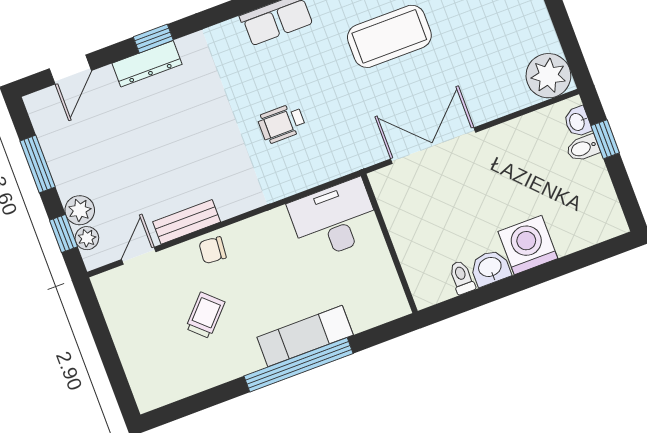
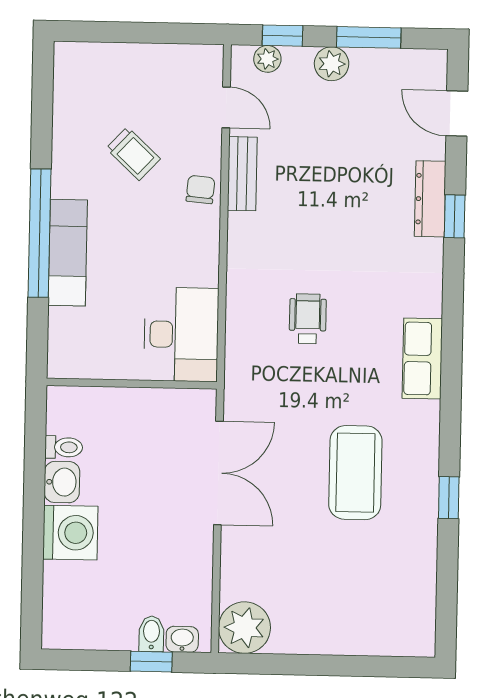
plant: (80, 210) -> (332, 64), moved

